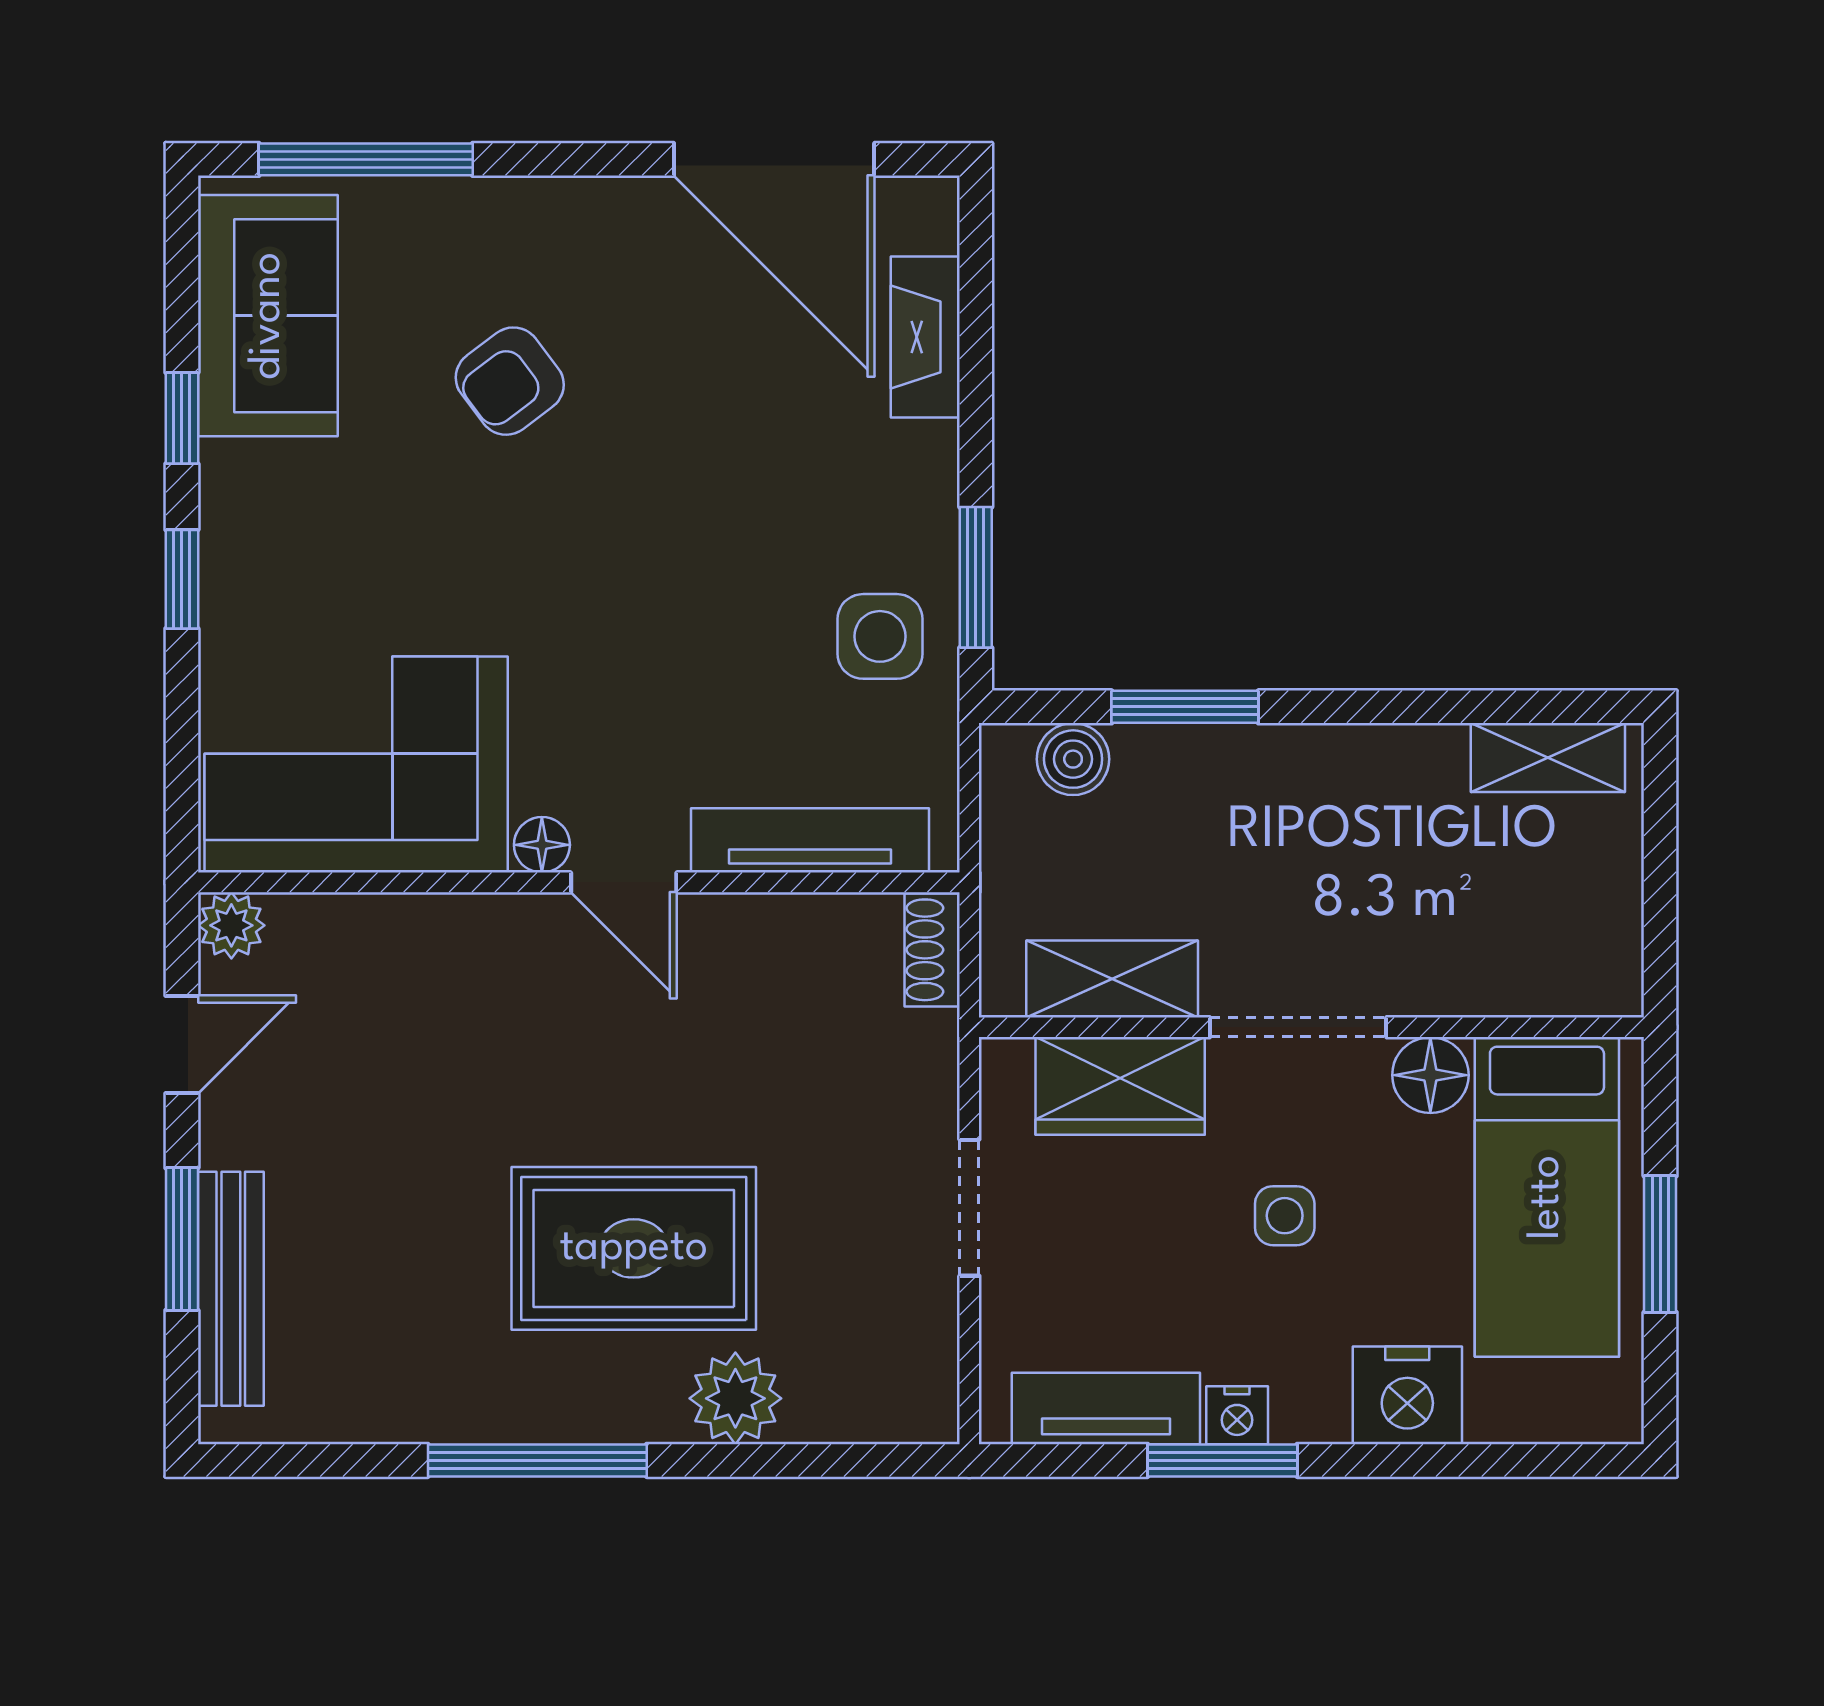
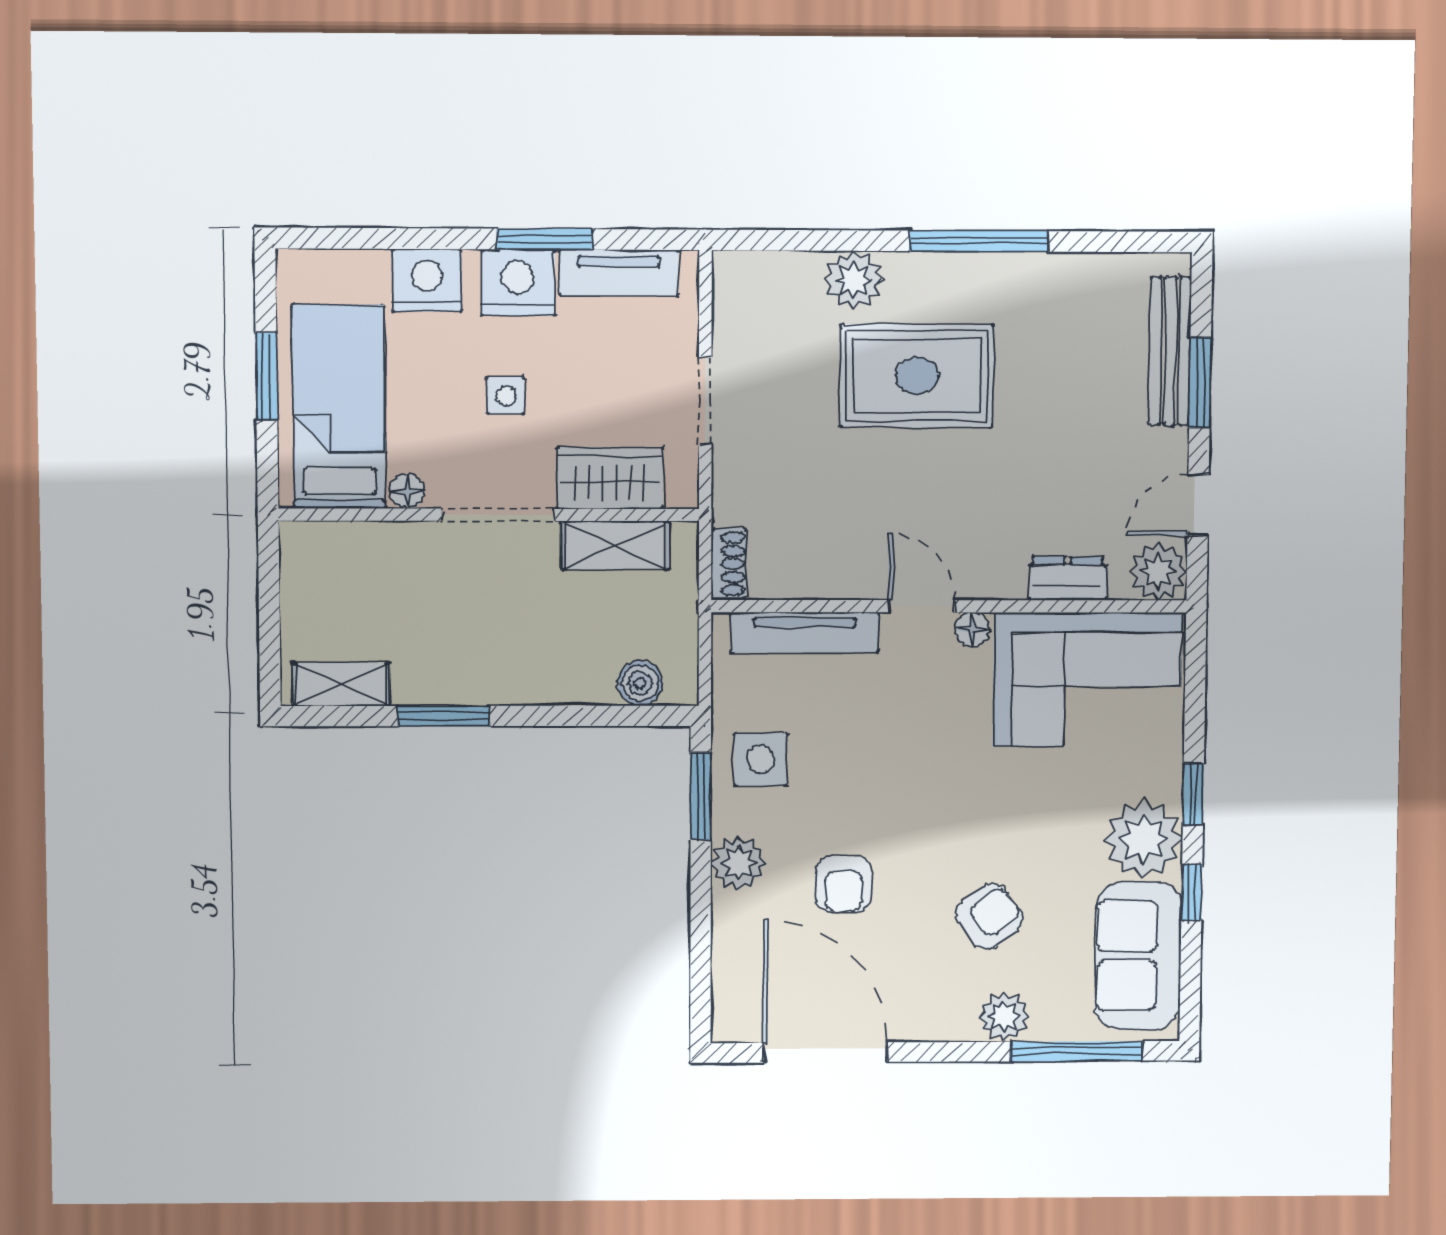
plant: (485, 217) -> (1004, 1017), added
fireplace: (925, 337) -> (732, 944), removed
armchair: (746, 434) -> (844, 884), added
plant: (915, 469) -> (739, 863), added
plant: (261, 506) -> (1144, 839), added
window: (1185, 707) -> (444, 716), moved
plant: (231, 925) -> (1158, 572), width x1.38, depth x1.38
dresser: (390, 927) -> (1068, 578), added
floor lamp: (1430, 1075) -> (407, 491), width x0.73, depth x0.73
nightstand: (1237, 1415) -> (518, 283), width x1.89, depth x1.79

